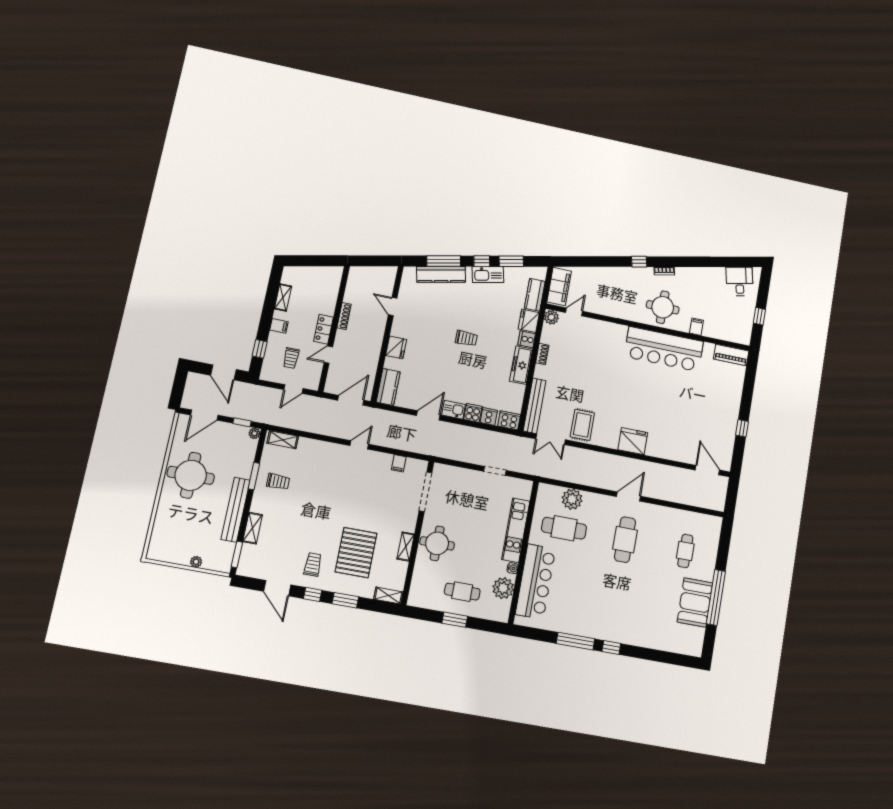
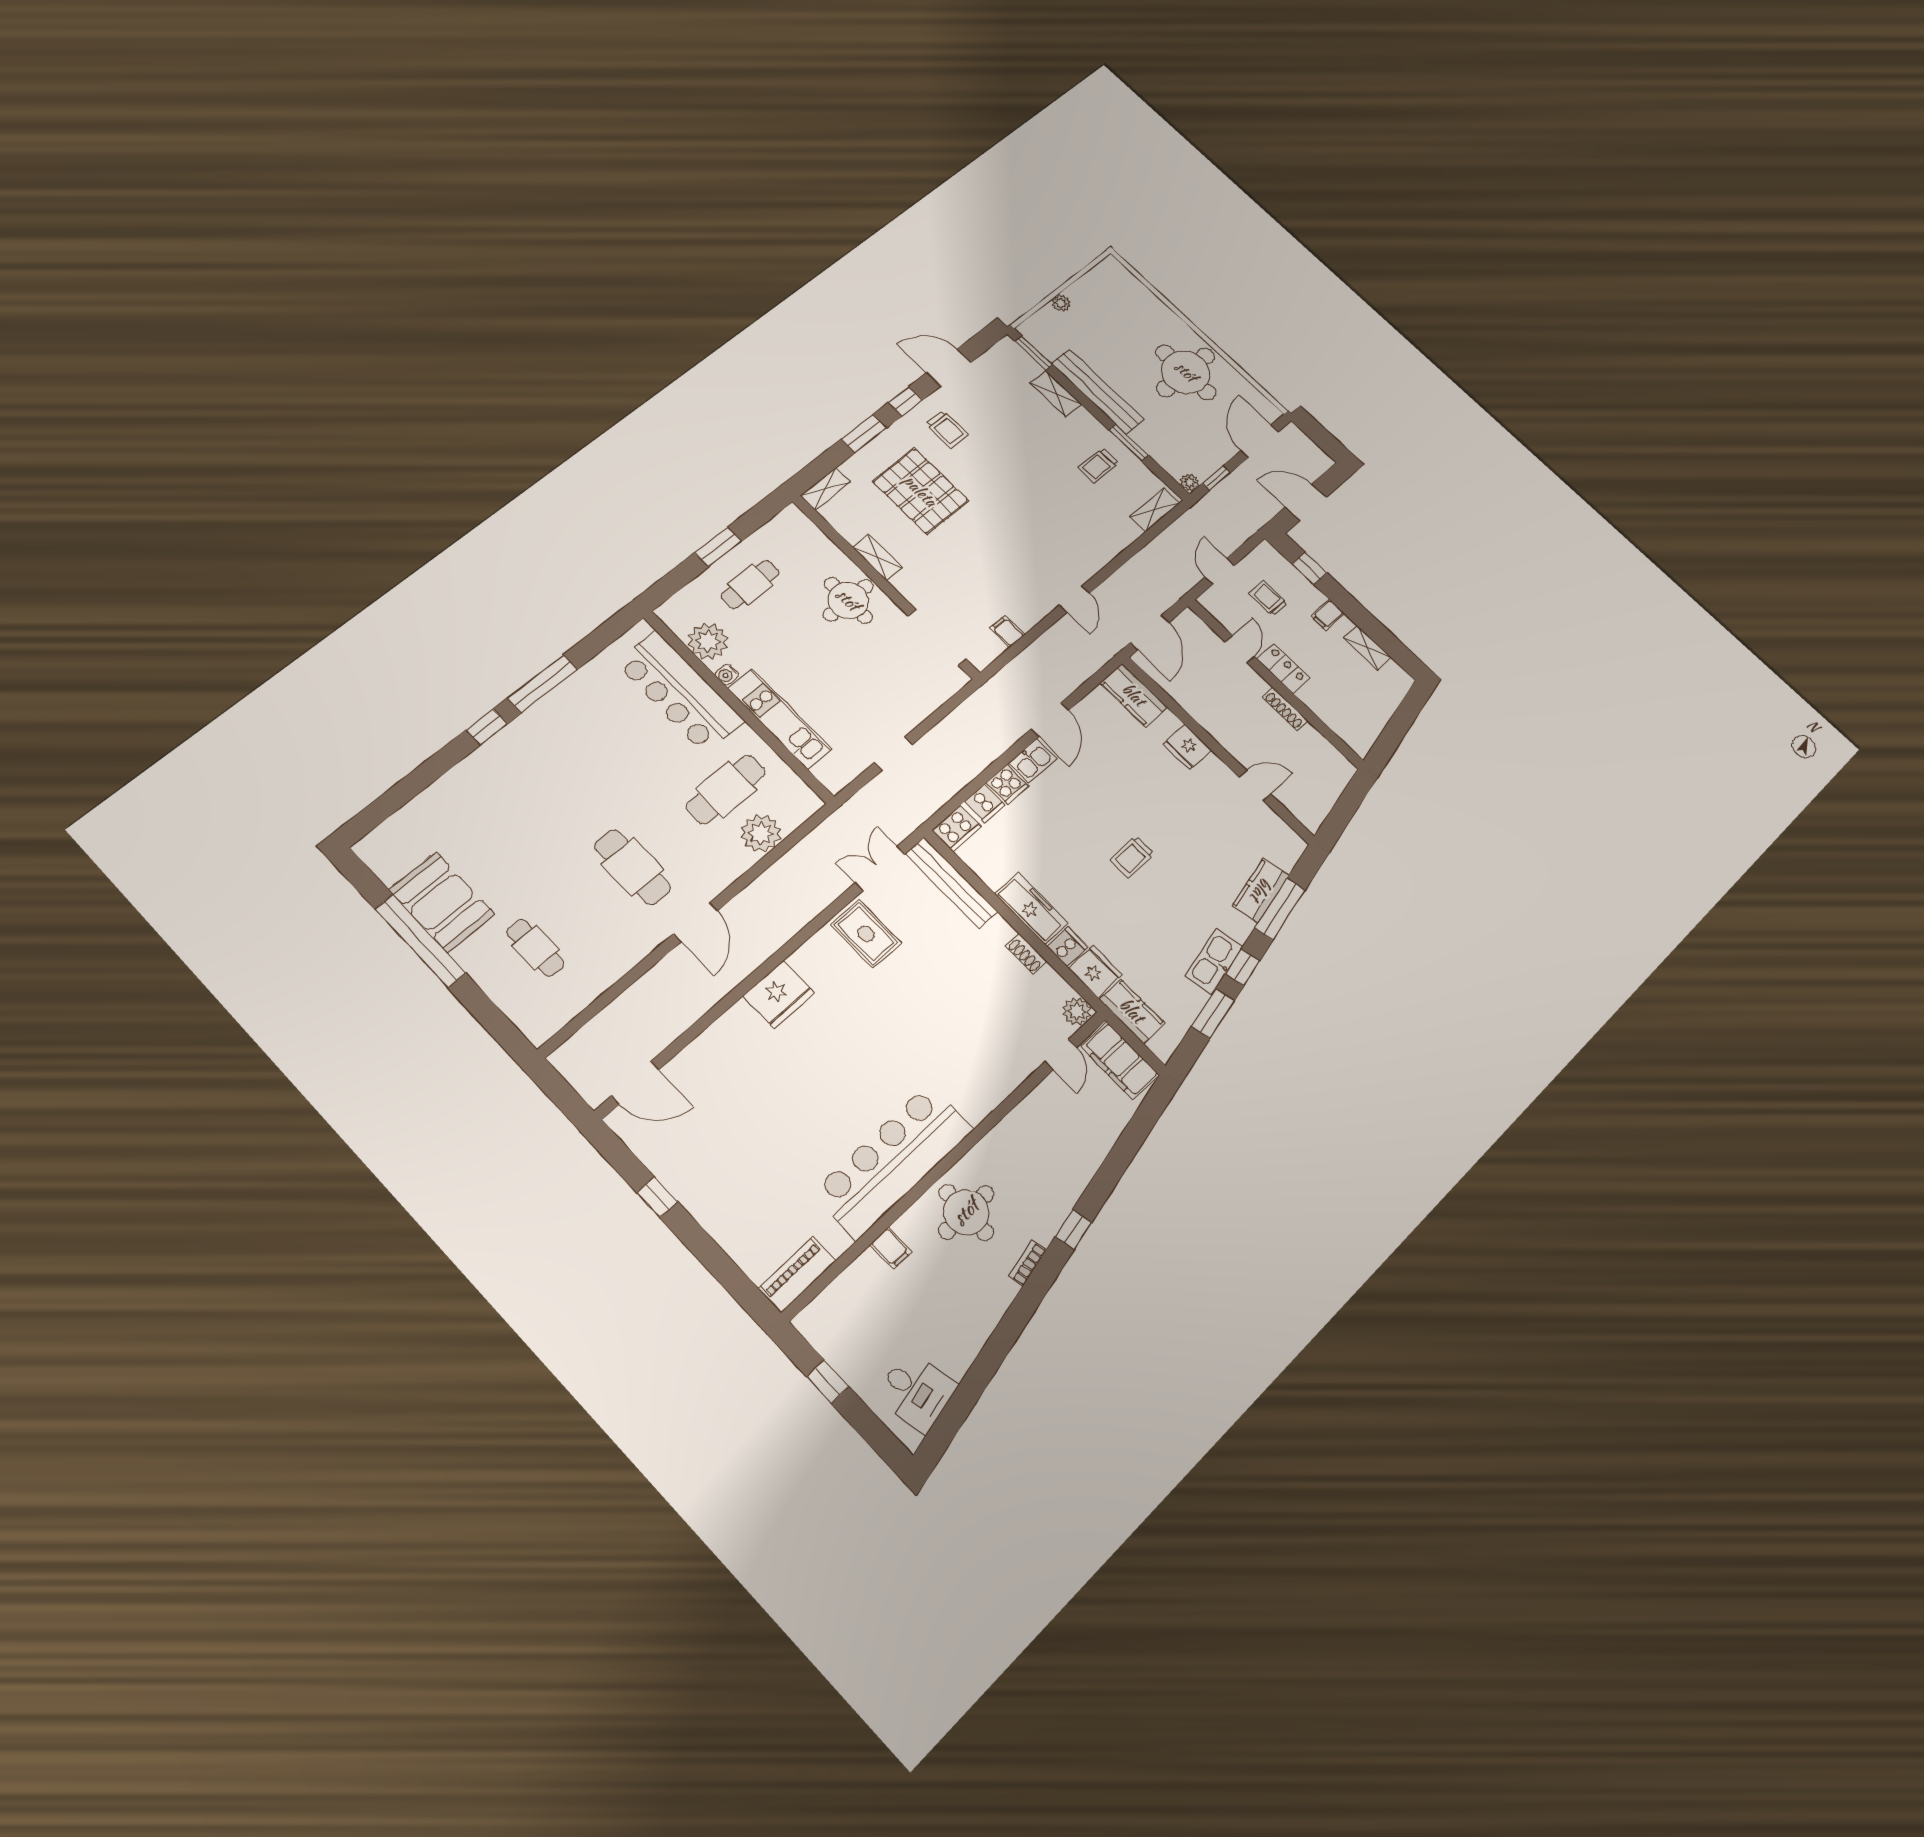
kitchen counter: (441, 274) -> (1261, 890), width x0.67

